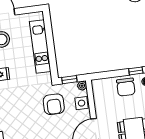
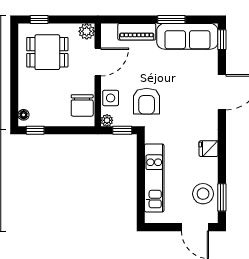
chair: (126, 87) -> (82, 105), moved, turned 180
armchair: (54, 104) -> (147, 101), turned 180

